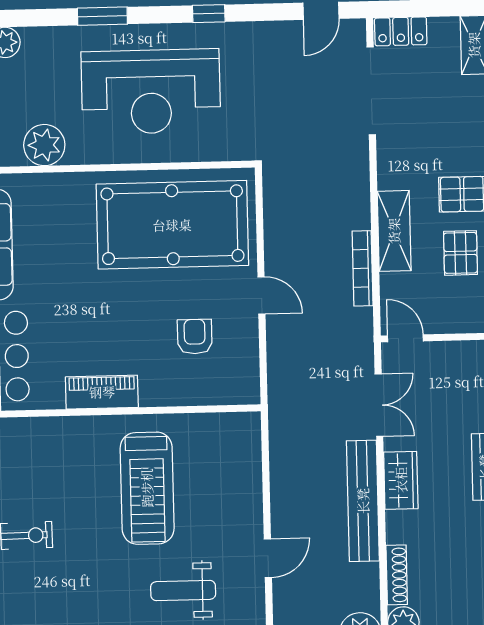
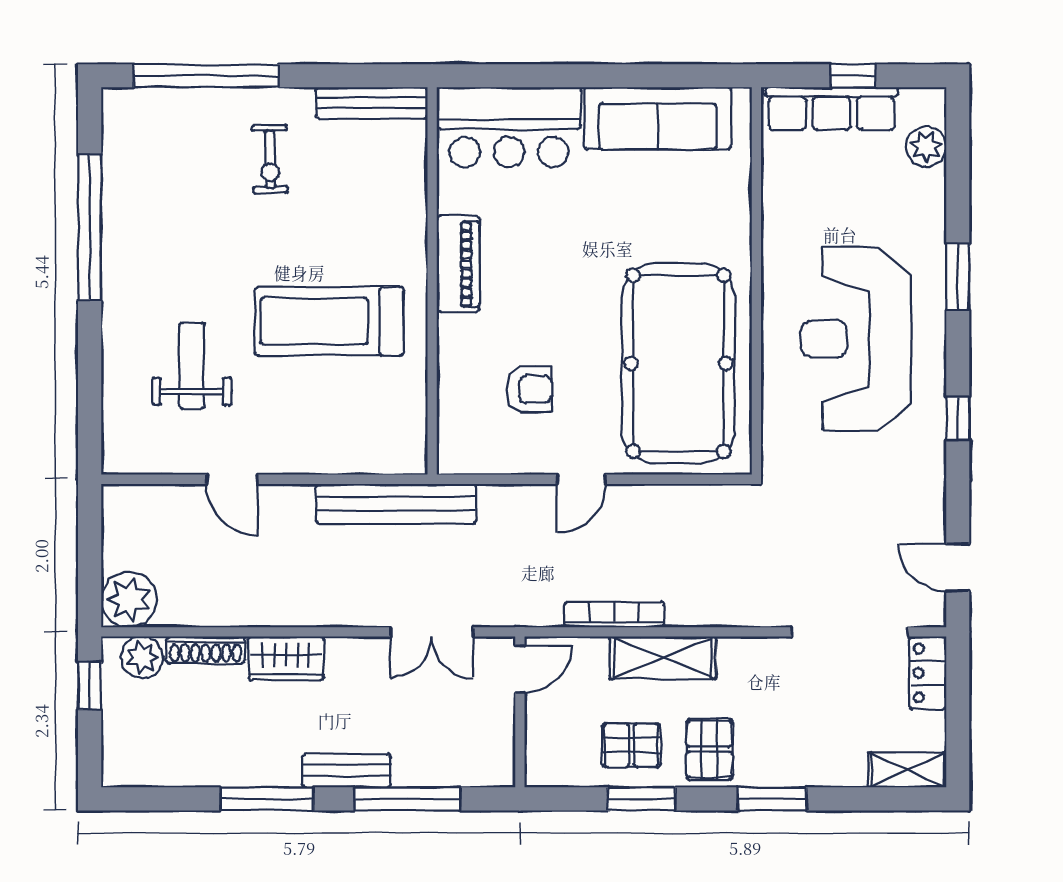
plant: (44, 145) -> (788, 196), removed
wardrobe: (401, 480) -> (286, 658), moved
bench: (363, 501) -> (396, 504), moved

